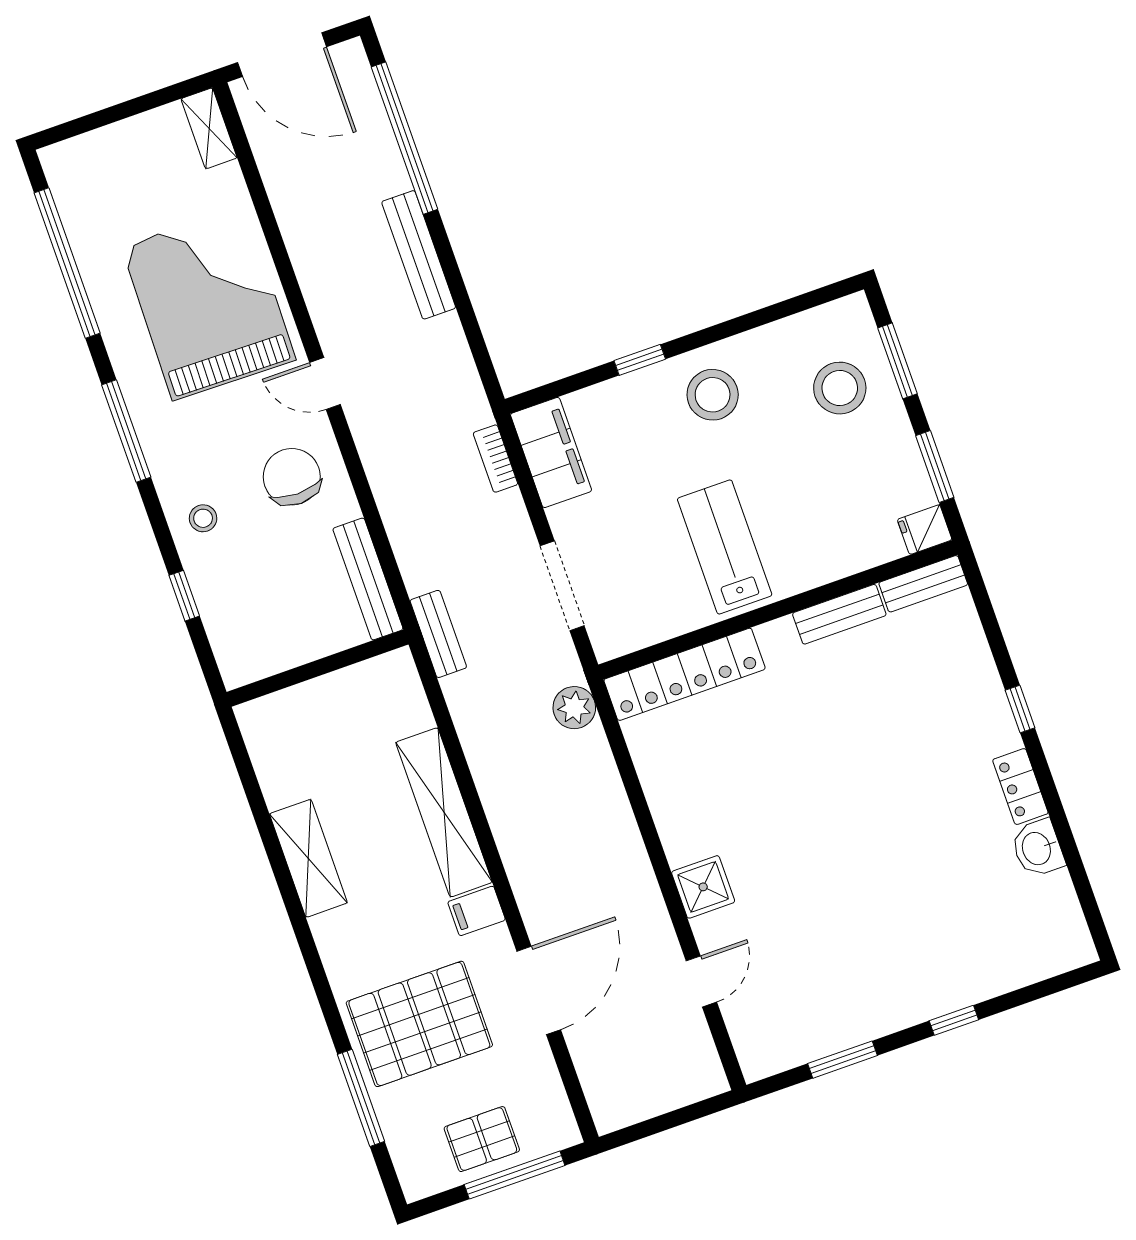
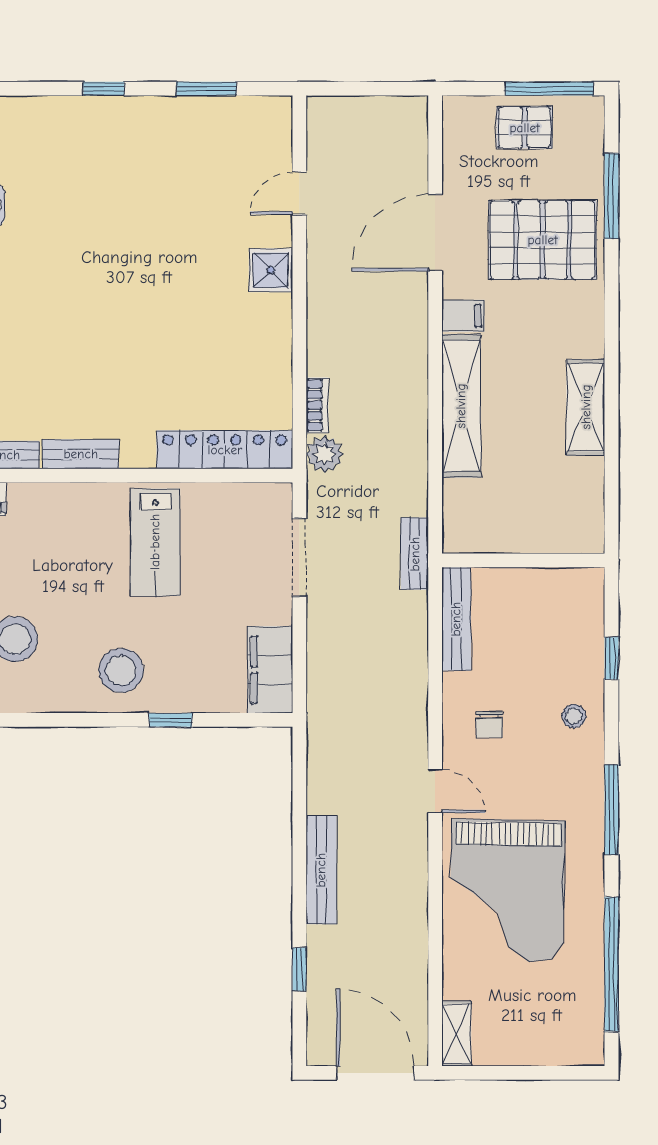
window: (404, 138) -> (299, 969), width x0.32
bookcase: (495, 459) -> (317, 405), moved
chair: (292, 477) -> (489, 725), width x0.54, depth x0.54
window: (515, 1175) -> (549, 89), moved

